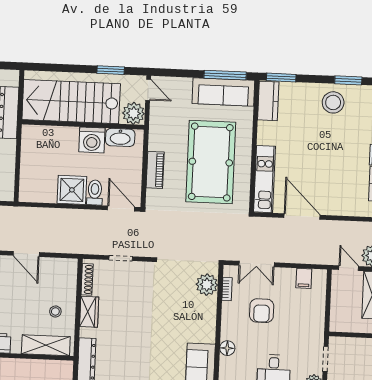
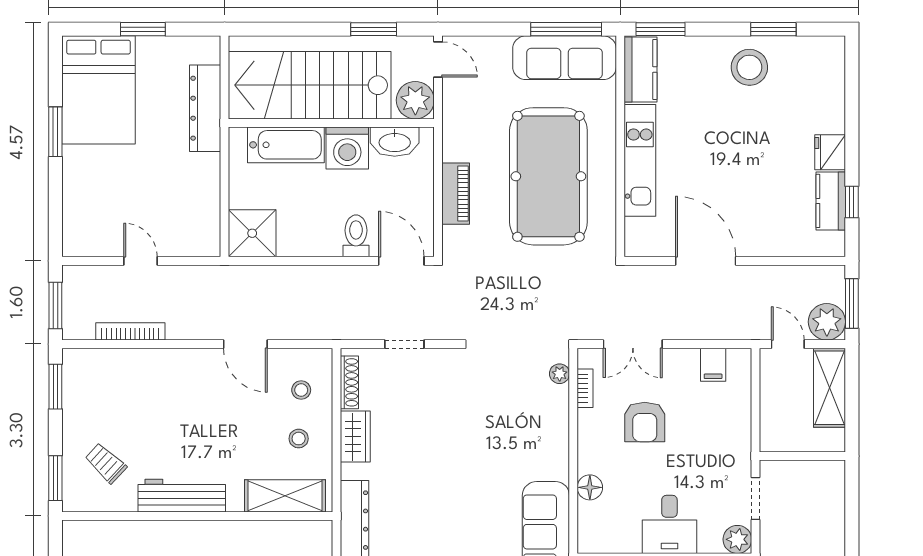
bathtub: (55, 137) -> (286, 145), added
kitchen unit: (264, 179) -> (640, 160), moved
shower: (72, 190) -> (252, 233), moved
stool: (58, 283) -> (301, 390), added
plant: (207, 285) -> (560, 374), width x0.53, depth x0.53

